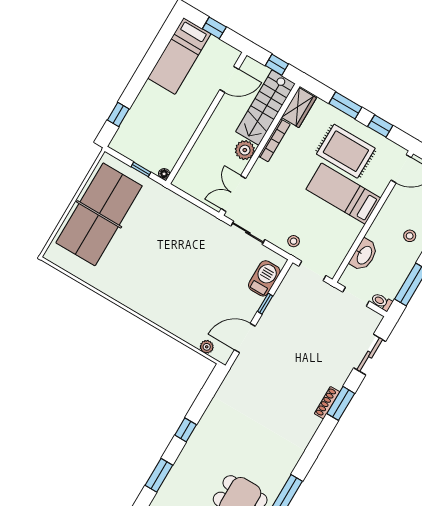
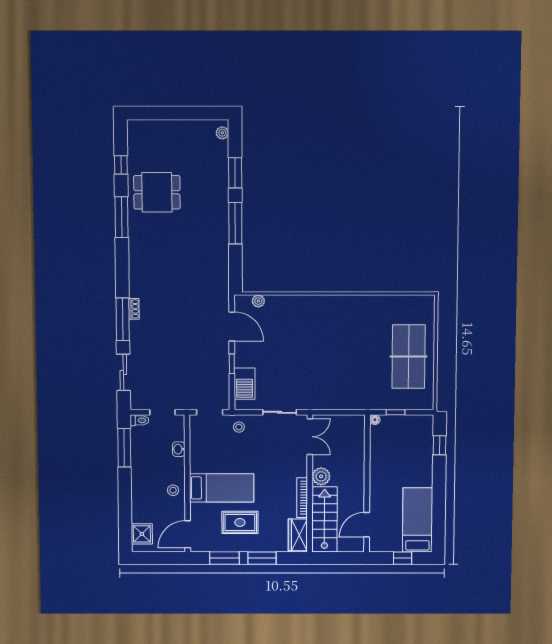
window: (277, 65) -> (335, 558), removed
window: (380, 126) -> (224, 558), width x1.50
rug: (346, 151) -> (240, 522), width x0.73, depth x0.70
table tennis table: (99, 214) -> (409, 357), width x0.73, depth x0.76
stool: (410, 236) -> (173, 490), moved
washbasin: (364, 255) -> (179, 449), width x0.52, depth x0.69
door: (245, 338) -> (232, 326), hinge flipped
shoe rack: (327, 403) -> (134, 309), width x0.70
window: (341, 403) -> (123, 319), width x1.44
window: (186, 430) -> (235, 223), width x2.17

